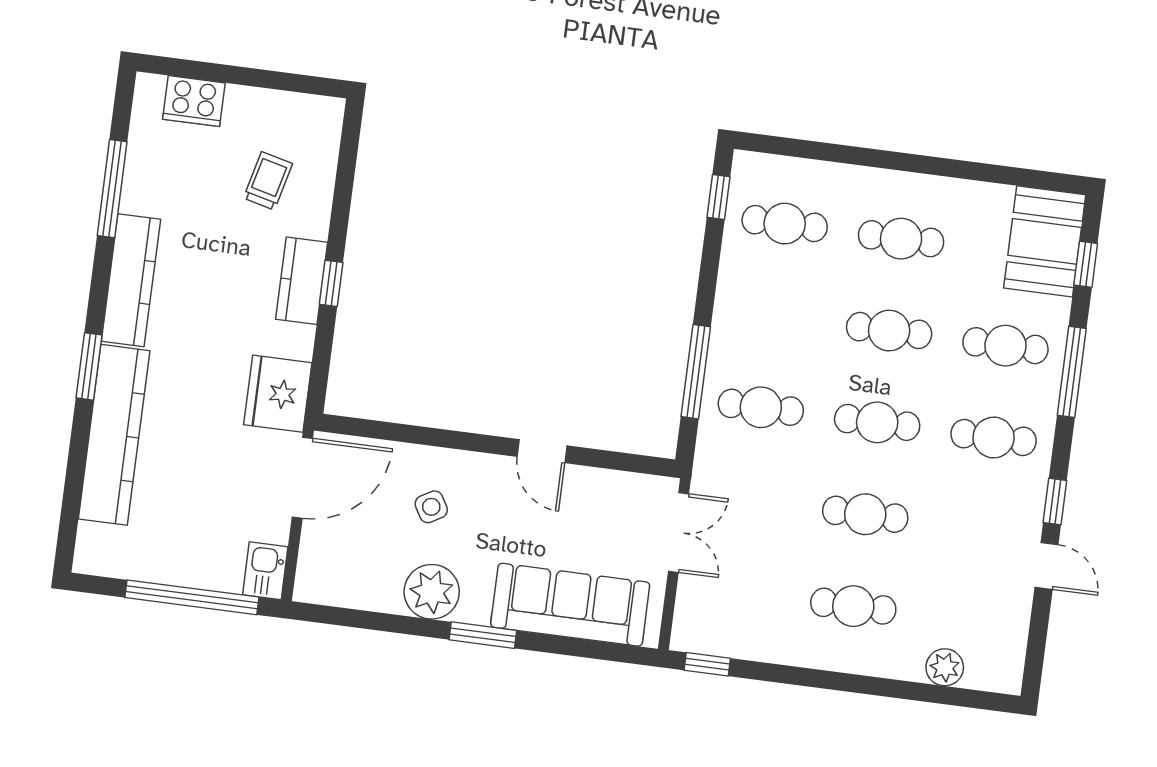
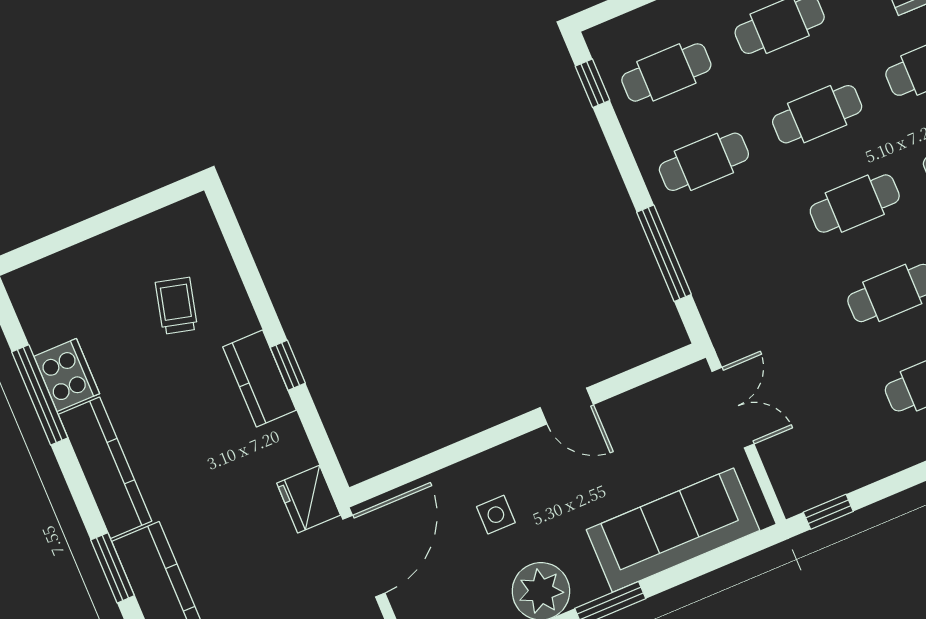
cooker: (194, 101) -> (67, 375), moved, turned -90
fridge: (278, 394) -> (309, 499), width x0.73, depth x0.75
cafe table: (761, 407) -> (704, 162), moved
side table: (431, 507) -> (496, 515), turned 30

